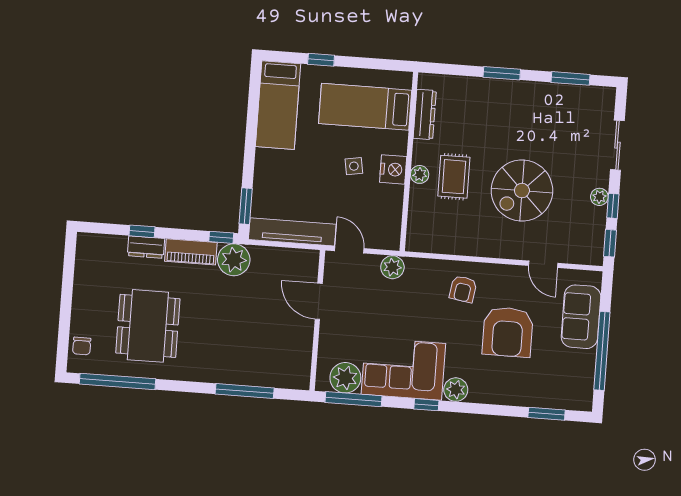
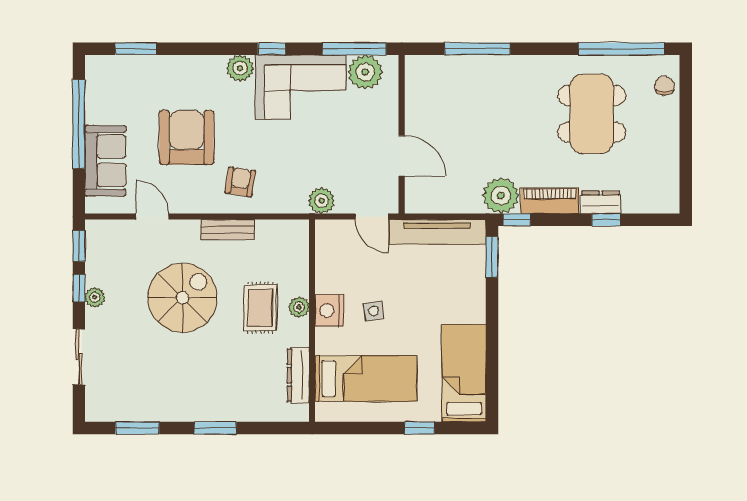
bench: (477, 248) -> (228, 230), added

